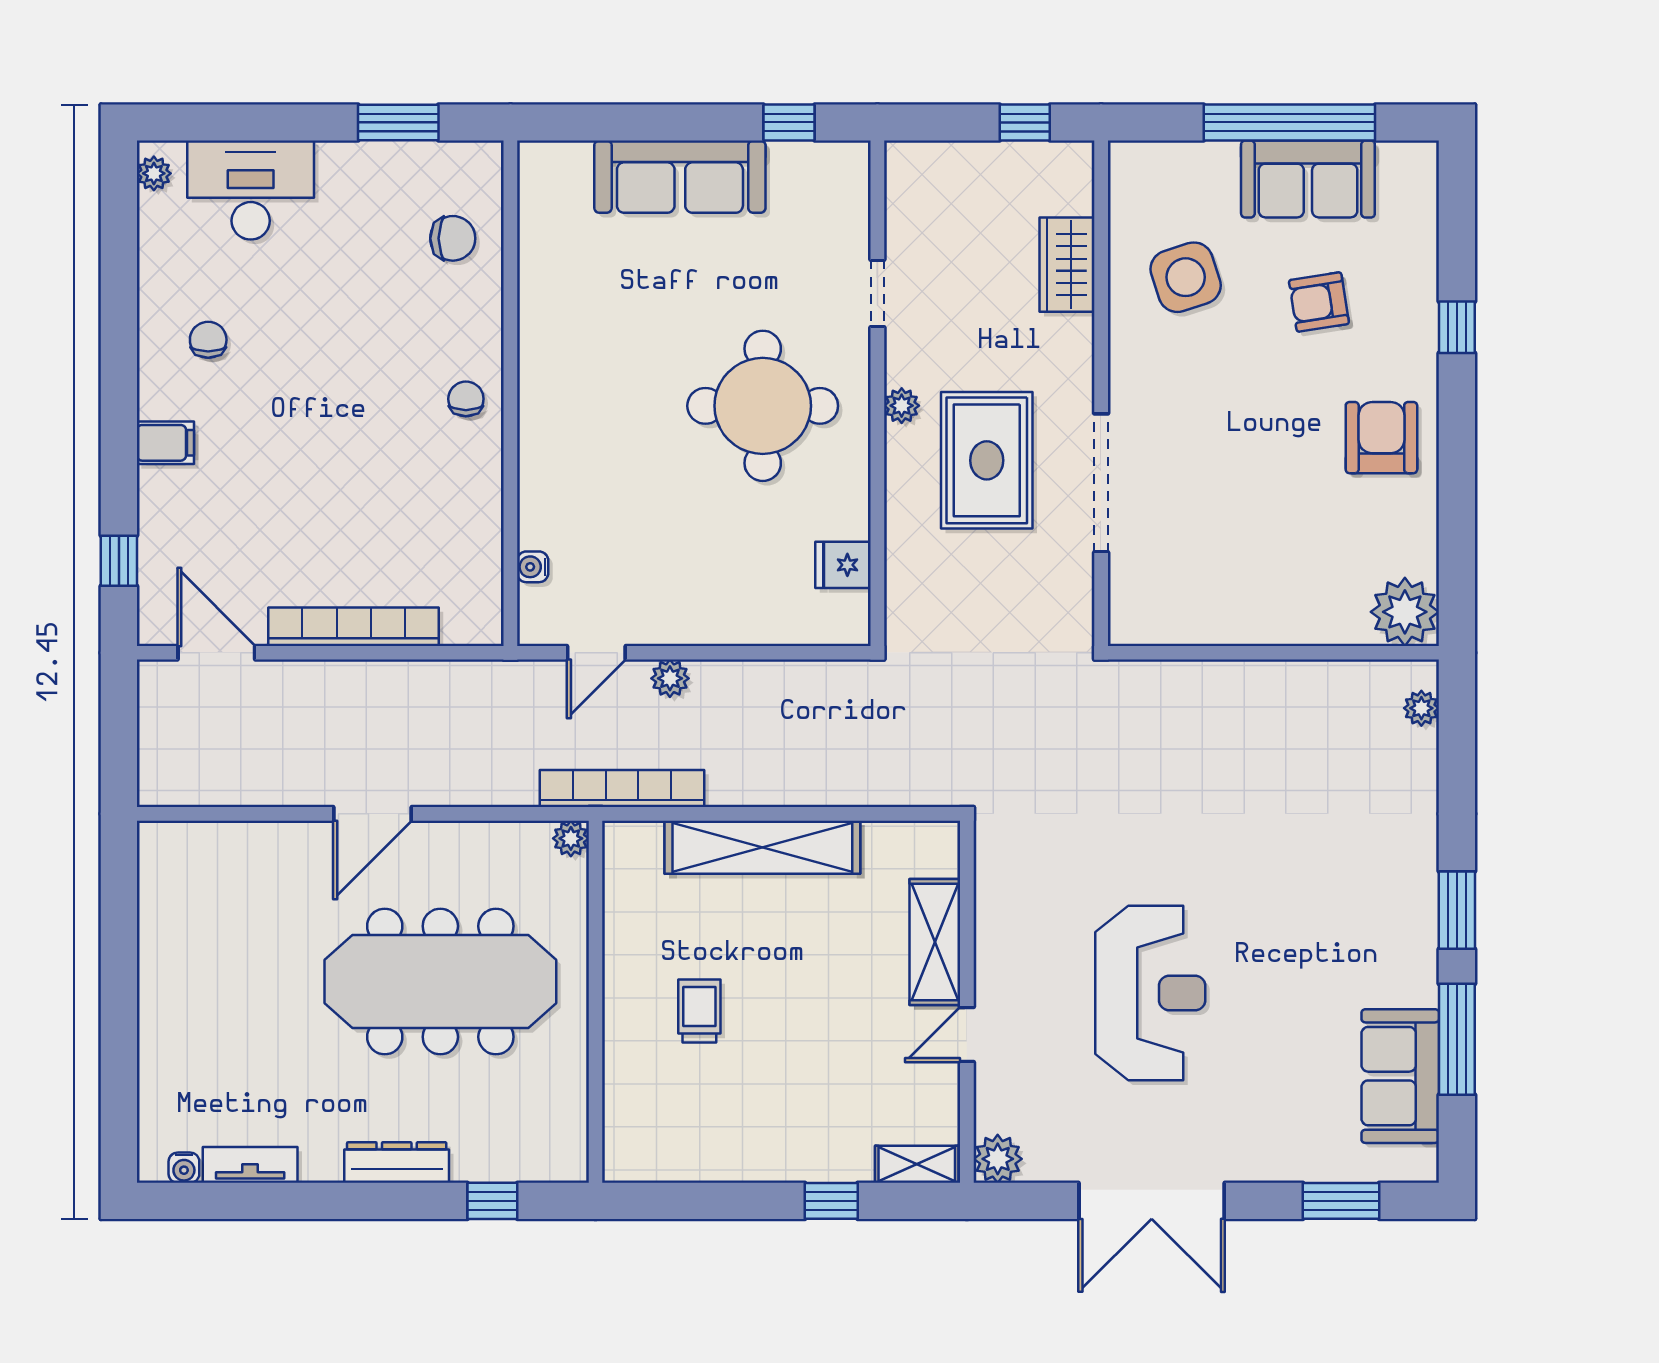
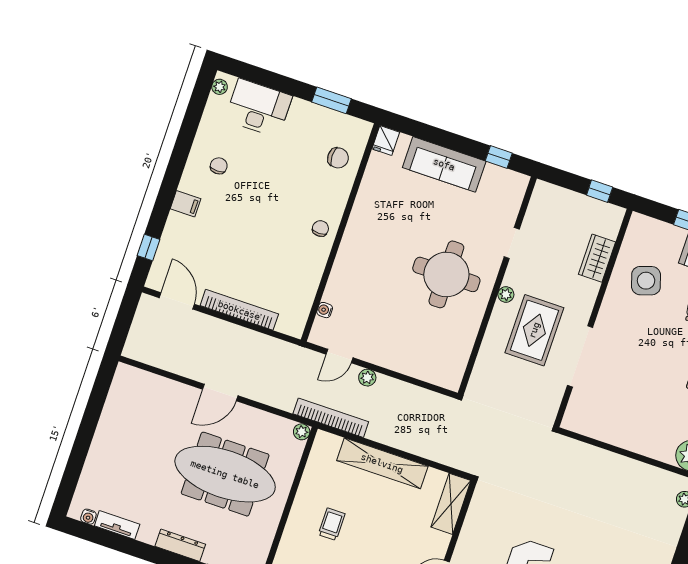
fridge: (843, 565) -> (386, 140), moved, turned -90
shelving: (935, 942) -> (451, 504), moved

